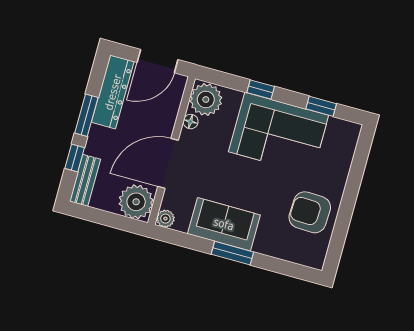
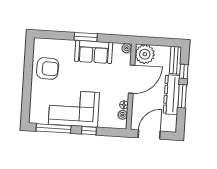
dresser: (113, 92) -> (172, 95), moved
plant: (206, 99) -> (123, 115), width x0.53, depth x0.53
window: (321, 106) -> (54, 128), width x2.17

